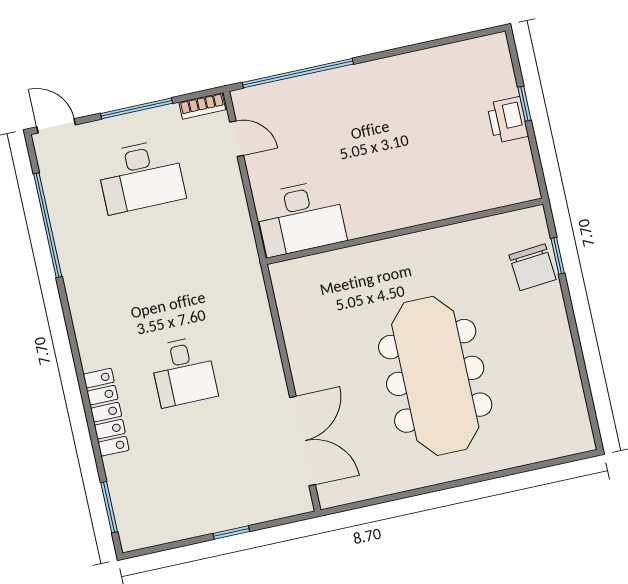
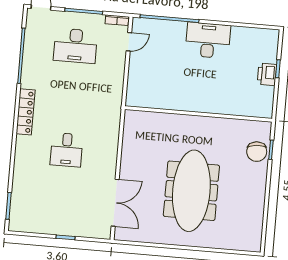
door: (237, 139) -> (129, 42), hinge flipped
desk: (301, 218) -> (208, 40), moved, turned 180
locker: (106, 412) -> (26, 112), moved

